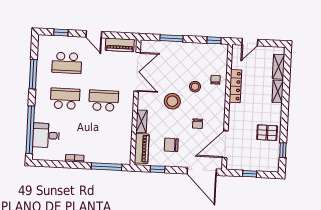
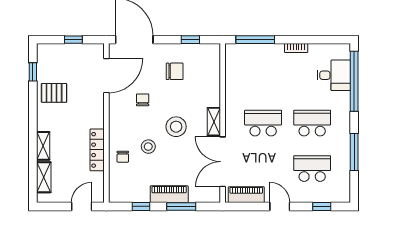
window: (214, 40) -> (141, 206), moved
school desk: (65, 99) -> (312, 123), turned 180
school desk: (104, 101) -> (263, 123), turned 180
shelving: (141, 121) -> (214, 122), moved
piano: (142, 149) -> (169, 194), moved, turned 90

